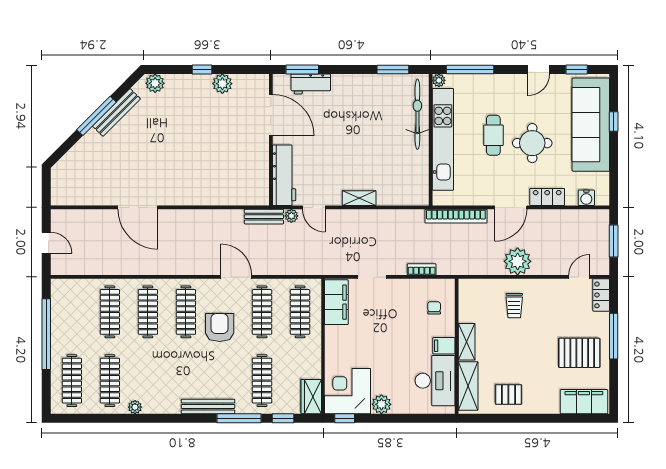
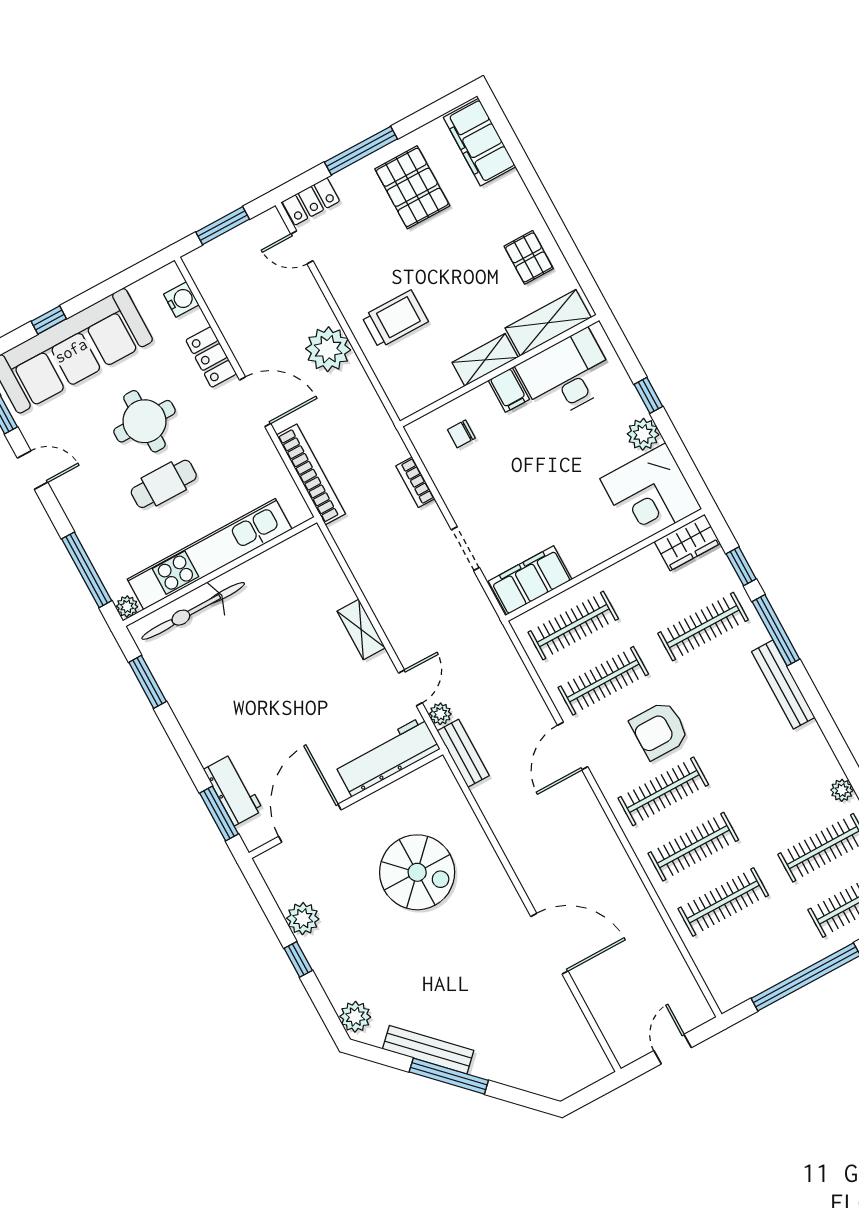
spiral stairs: (214, 158) -> (417, 872), added
door: (138, 207) -> (549, 944), hinge flipped
trolley: (514, 306) -> (395, 319), width x1.36, depth x1.39
window: (345, 418) -> (648, 395), moved

